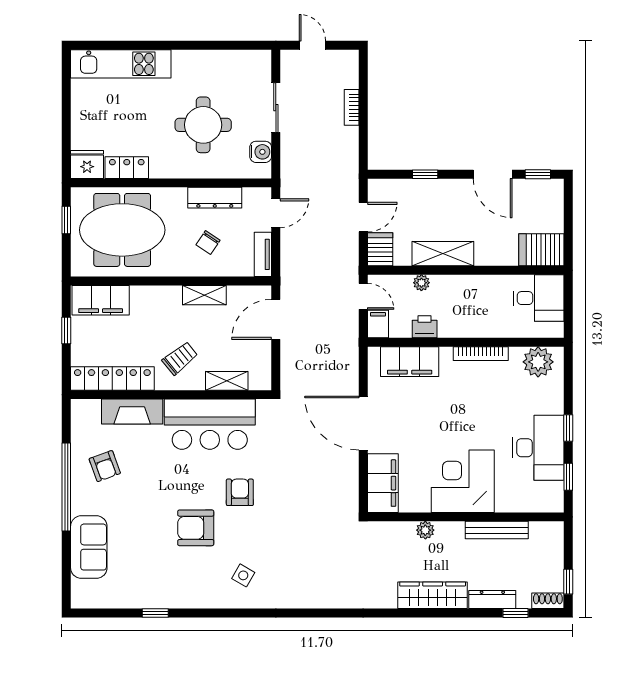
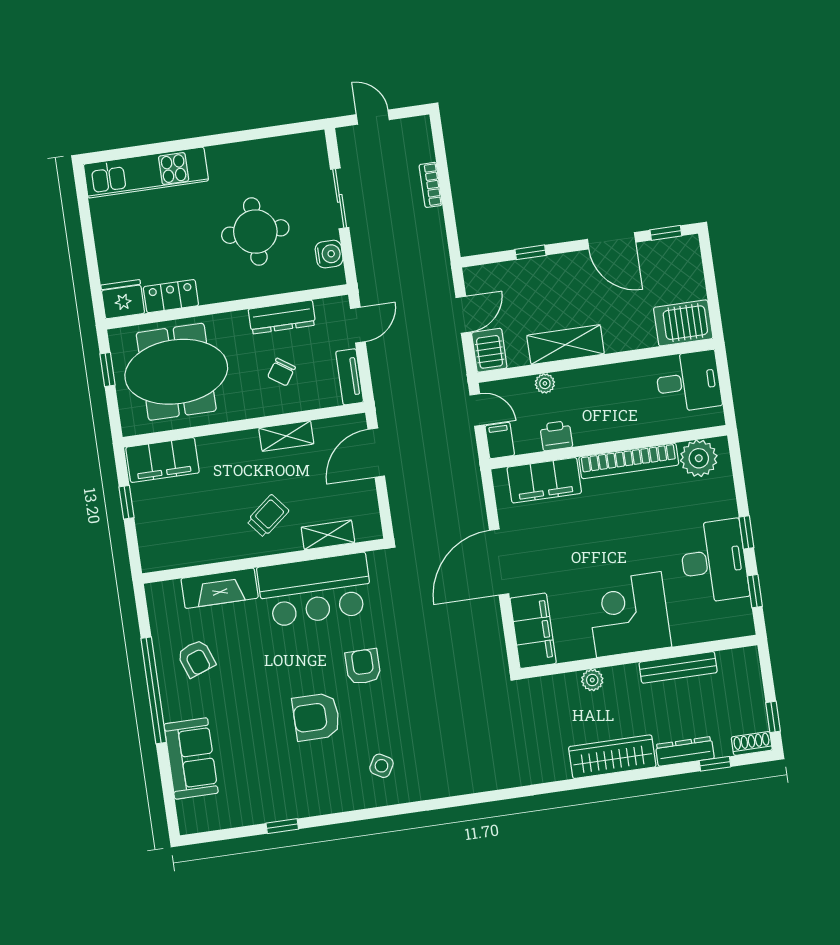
bookcase: (481, 354) -> (629, 461), width x1.48, depth x1.31
locker: (112, 378) -> (190, 552), removed
door: (363, 423) -> (499, 562), hinge flipped

